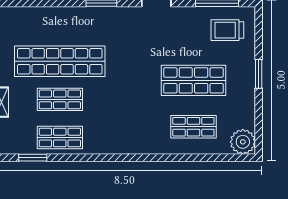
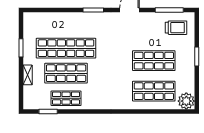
trolley: (227, 30) -> (176, 28), turned 180
shop shelf: (60, 99) -> (66, 73), width x1.43, depth x1.36
shop shelf: (193, 127) -> (154, 91), width x1.43, depth x1.36

